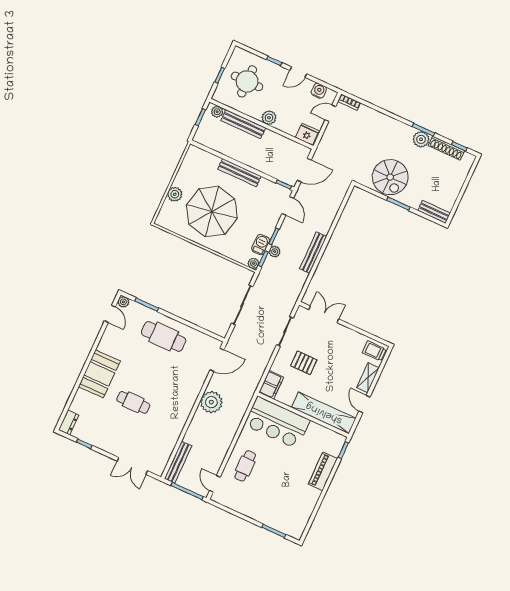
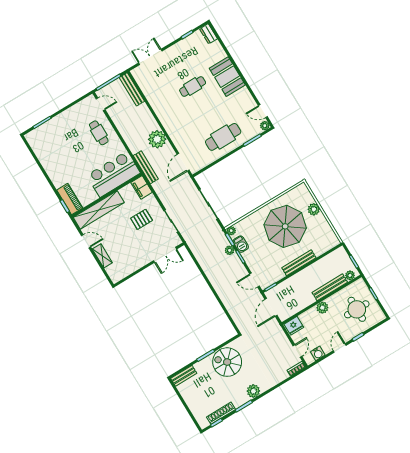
plant: (421, 139) -> (253, 391), moved
bench: (313, 253) -> (146, 167), moved
trolley: (374, 351) -> (117, 272), removed
piano: (323, 471) -> (70, 199), moved

